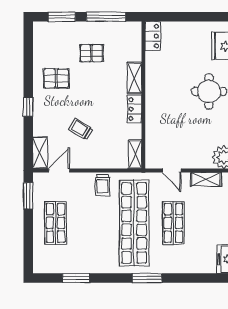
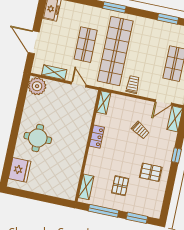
locker: (153, 36) -> (71, 189), removed
pallet: (91, 53) -> (120, 186), turned 90
shelving: (134, 78) -> (86, 187), moved

